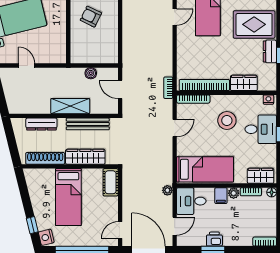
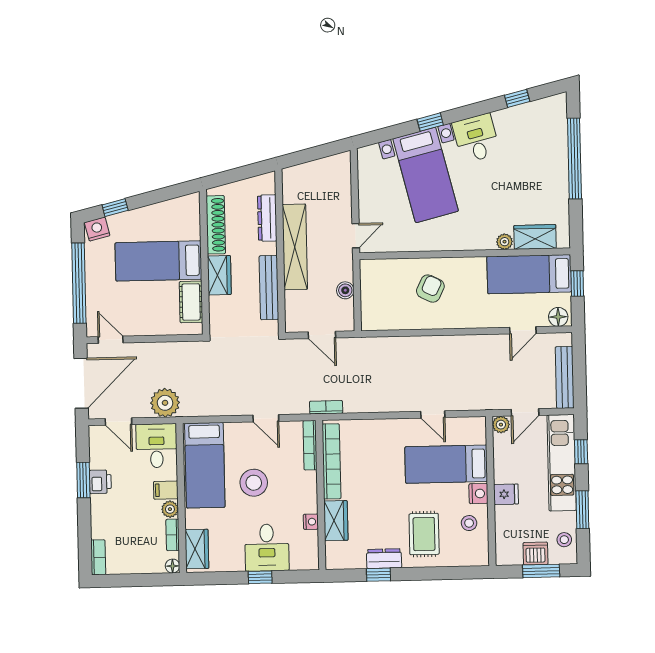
rug: (254, 24) -> (424, 534), width x0.73, depth x0.70
door: (27, 65) -> (356, 236), moved
door: (120, 89) -> (322, 335), swing flipped
nightstand: (268, 100) -> (311, 522), moved
shelving: (70, 106) -> (295, 247), width x1.47
stool: (227, 121) -> (254, 483), moved
wardrobe: (85, 157) -> (219, 275), width x0.67
cot: (111, 182) -> (191, 302), moved, turned 90
plant: (167, 190) -> (165, 403), width x1.87, depth x1.87

